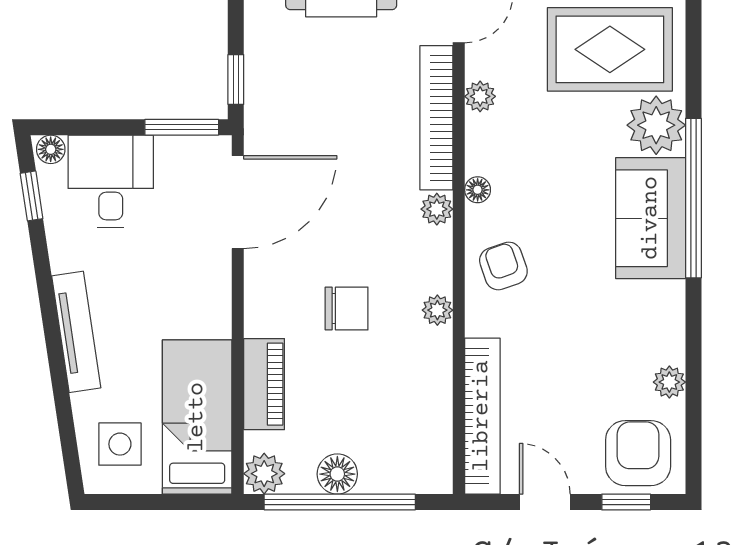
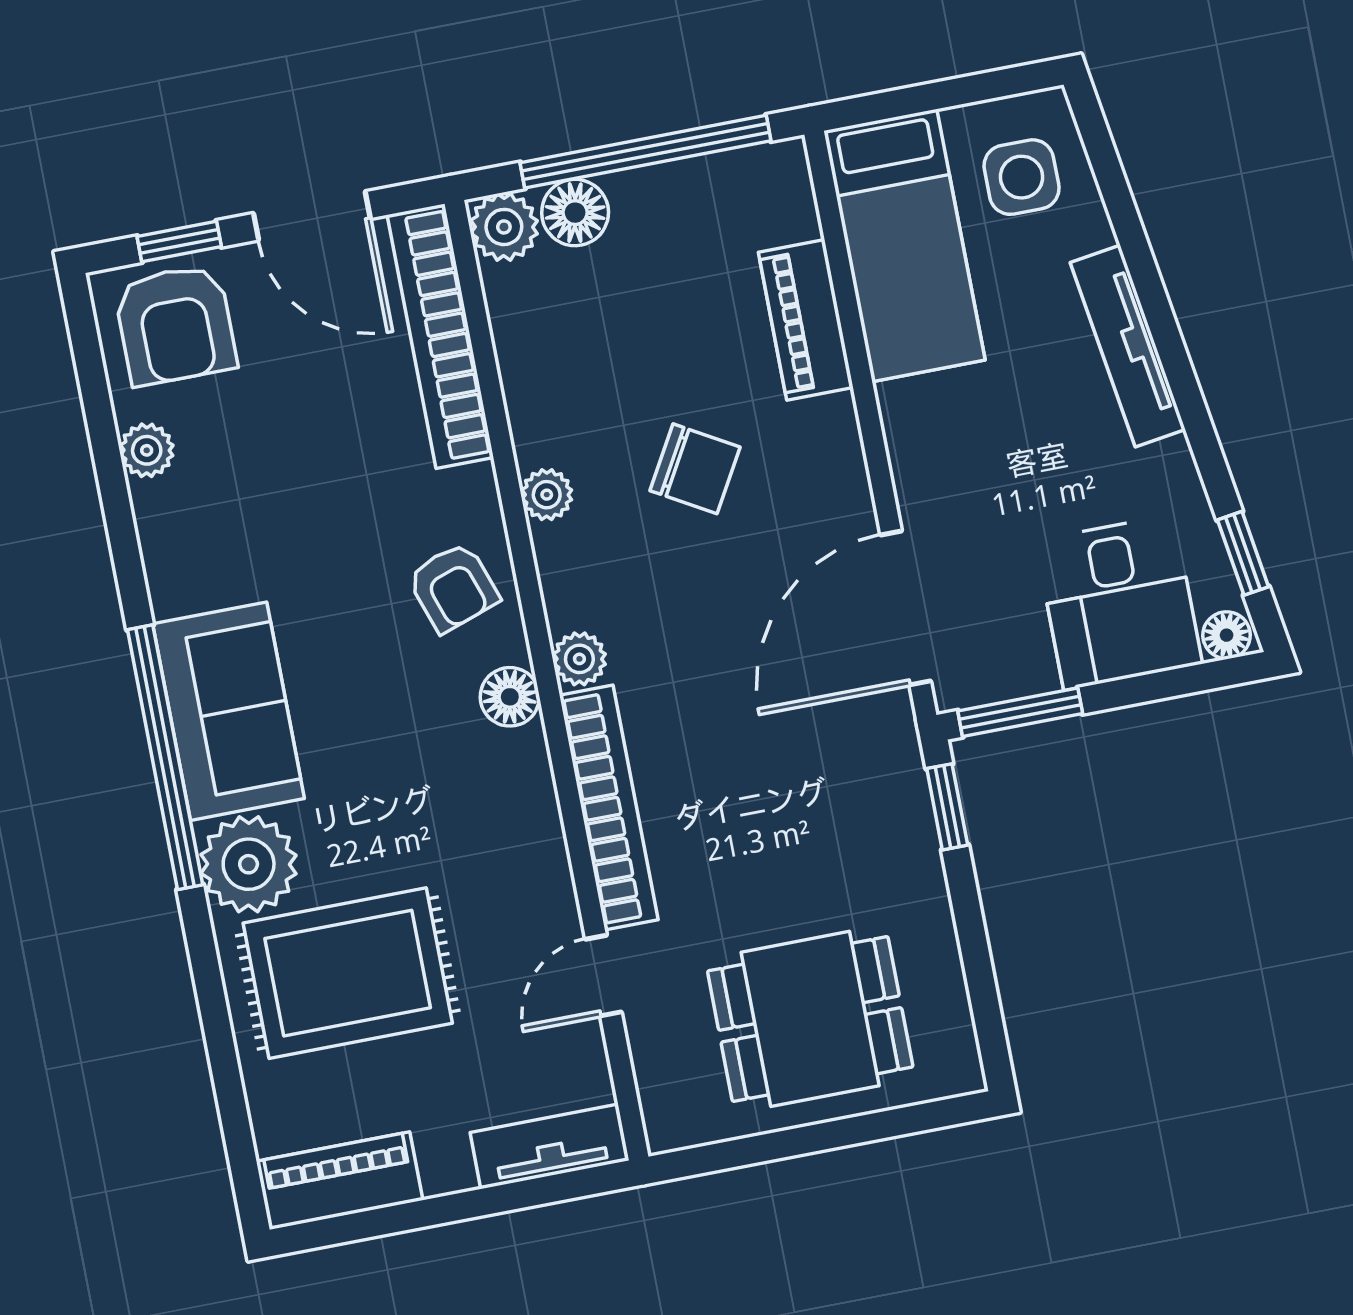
plant: (480, 96) -> (544, 856), removed
floor lamp: (478, 190) -> (510, 697), width x1.37, depth x1.37
chair: (347, 308) -> (695, 469), turned -150
plant: (264, 474) -> (504, 227), moved
floor lamp: (337, 474) -> (575, 213), moved
door: (545, 502) -> (312, 216), width x1.38

